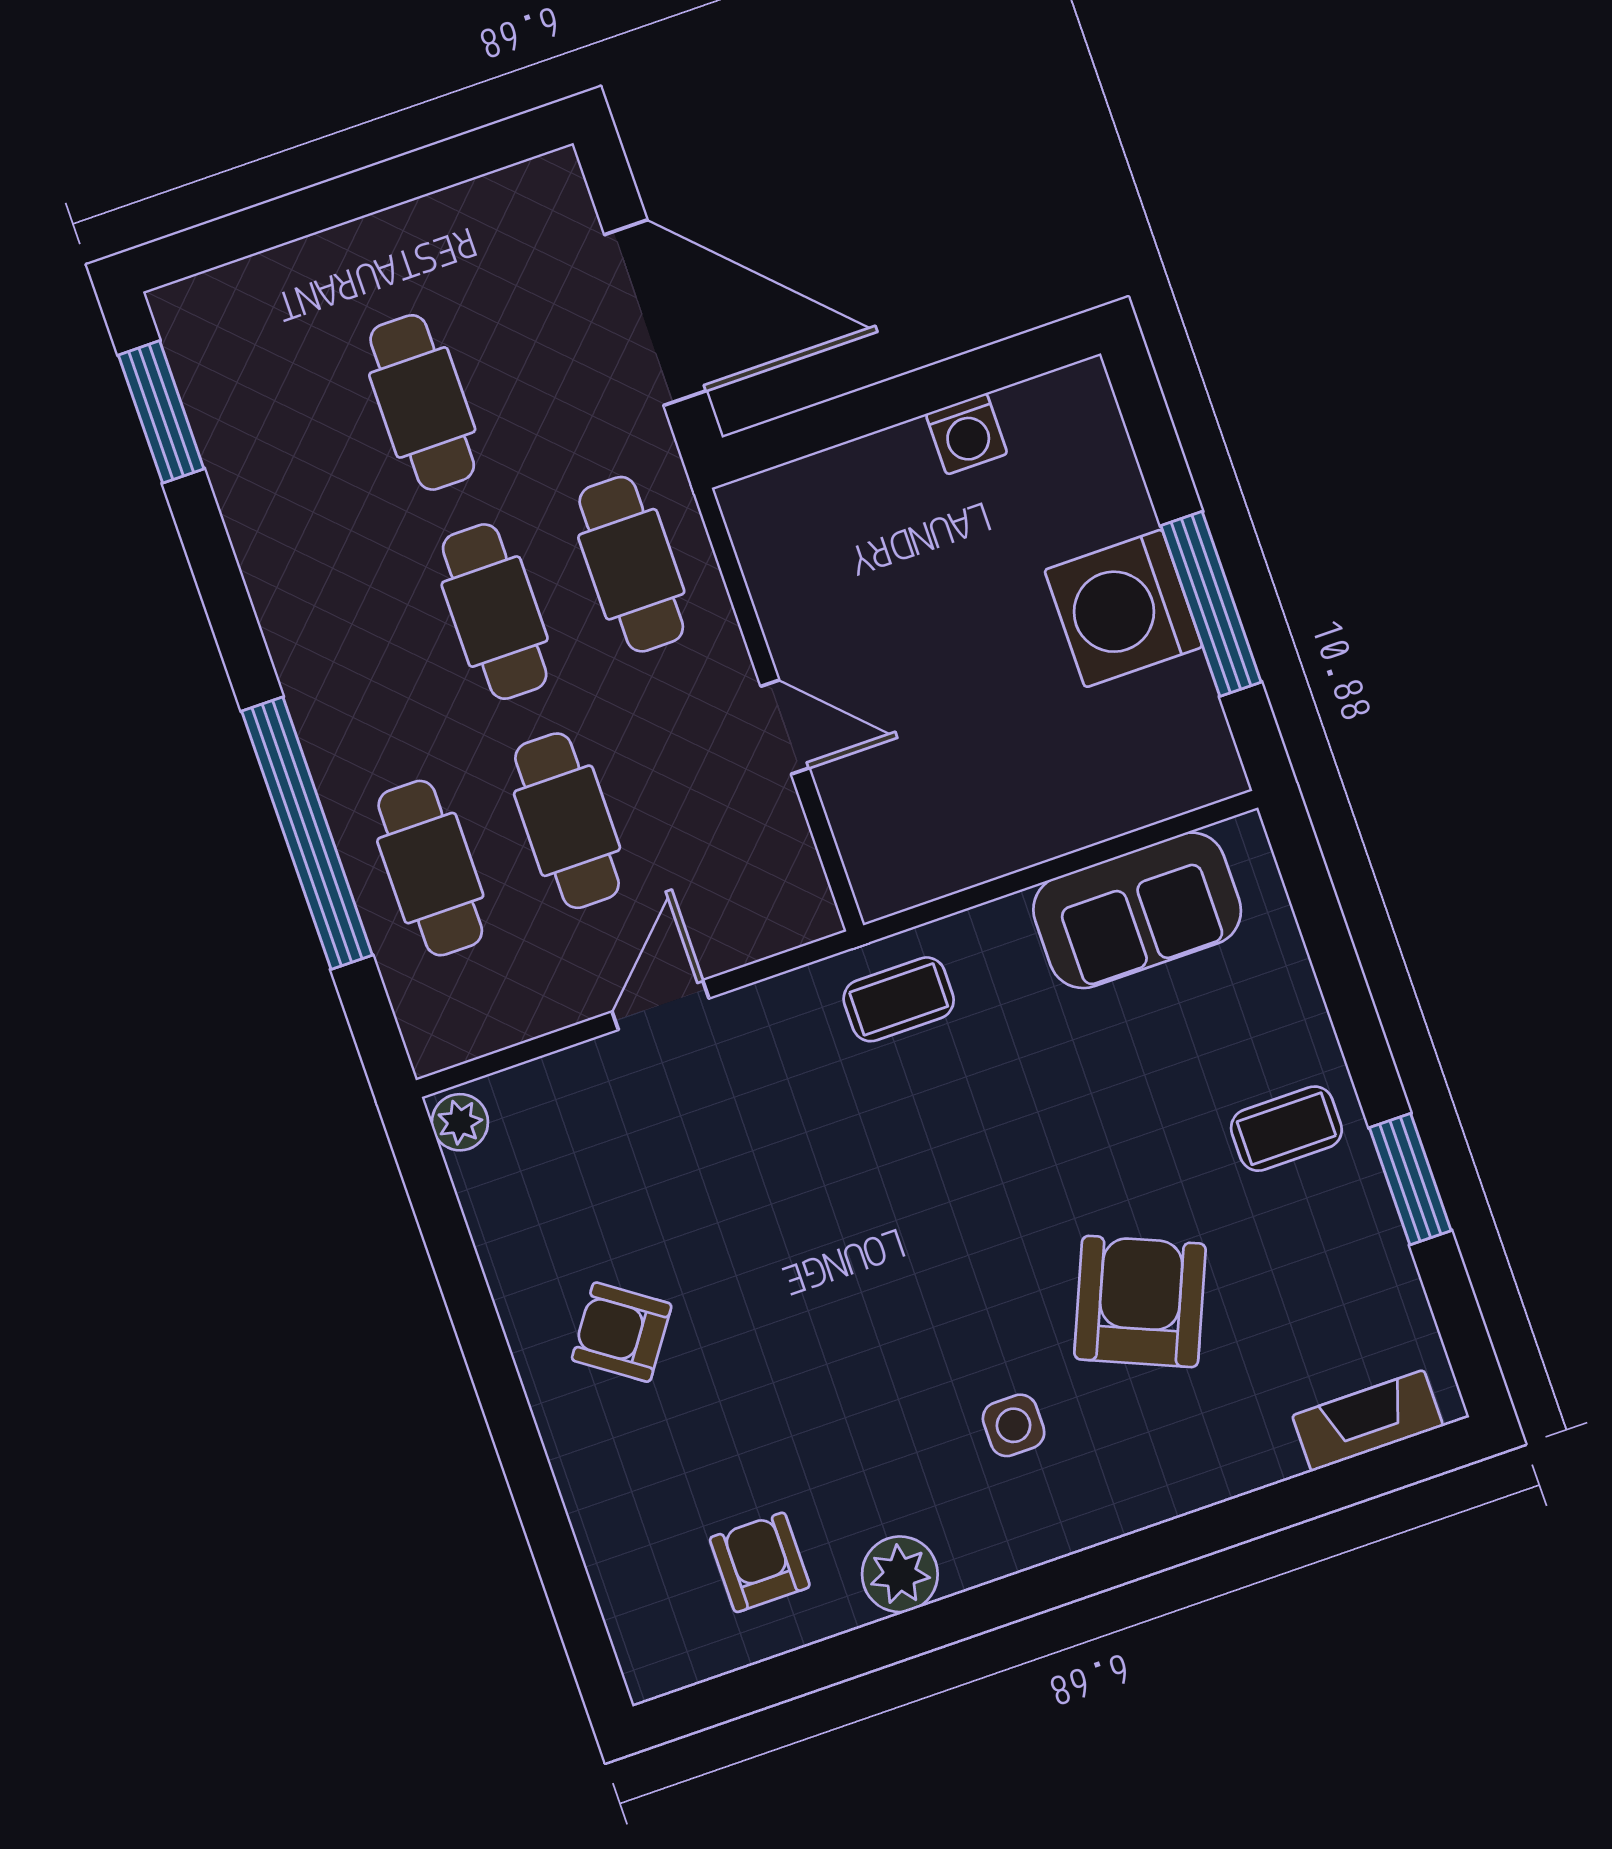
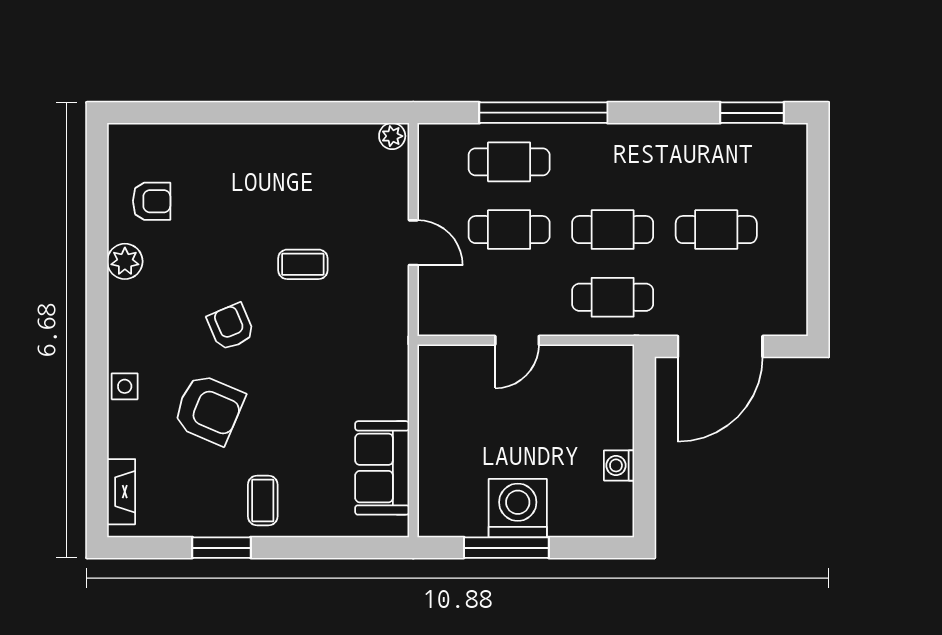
coffee table: (899, 999) -> (303, 264), moved, turned 90
armchair: (622, 1332) -> (231, 327), moved, turned -58
side table: (1014, 1425) -> (125, 386), moved

